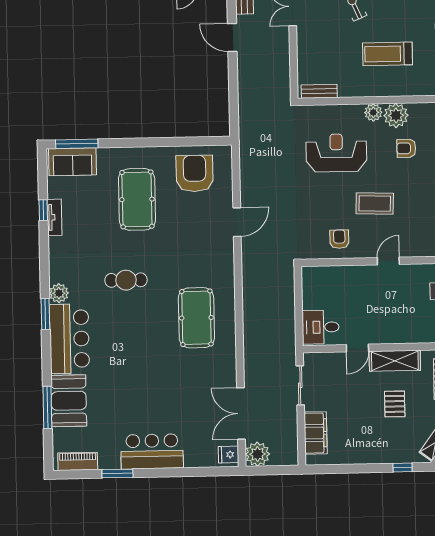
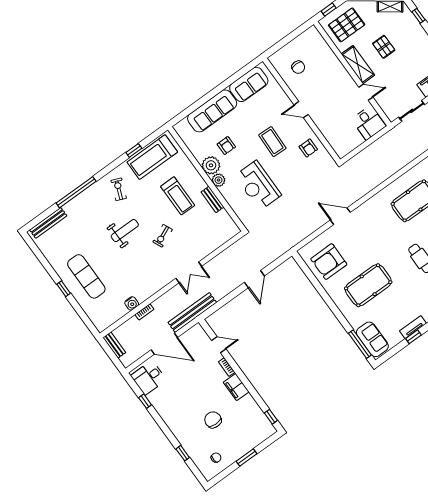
door: (232, 38) -> (254, 279), moved
bench: (319, 91) -> (213, 199), moved
armchair: (339, 239) -> (308, 148), turned -90
pallet: (395, 404) -> (384, 47), turned 90

